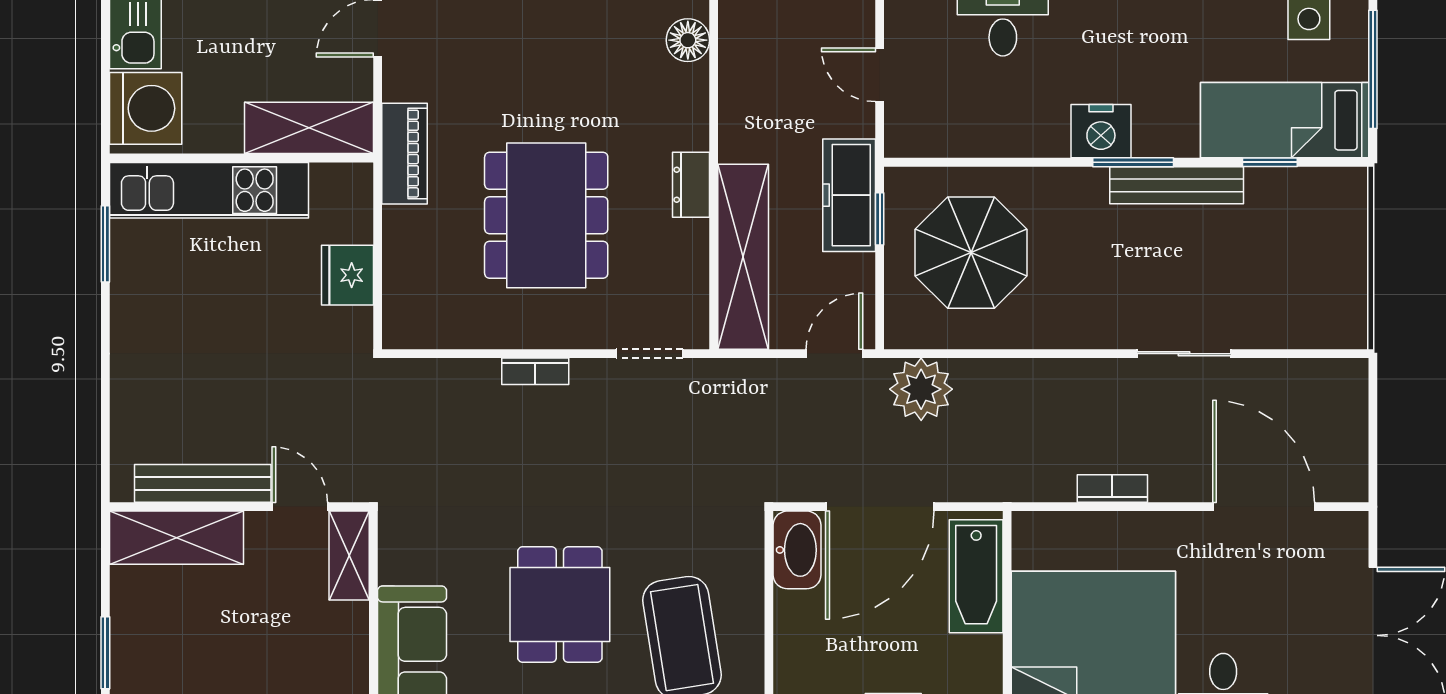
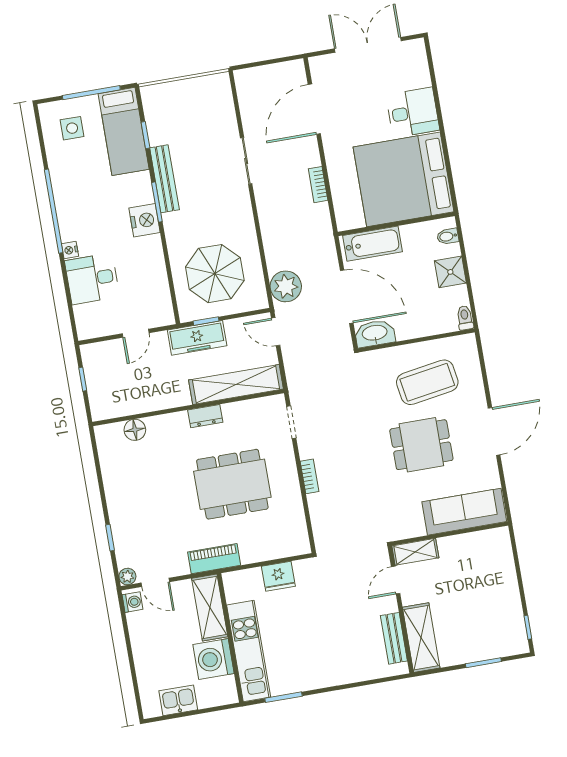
washing machine: (146, 108) -> (214, 659), moved, turned -90
bench: (203, 483) -> (394, 638), width x0.73

